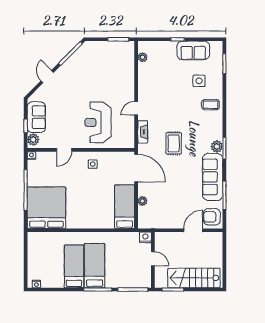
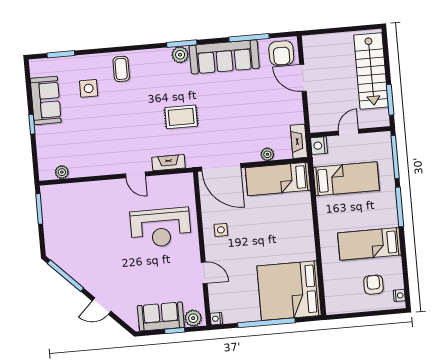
door: (136, 168) -> (221, 167), swing flipped
fireplace: (150, 224) -> (299, 141), added
bed: (95, 266) -> (346, 179), moved, turned 180
armchair: (45, 267) -> (373, 285), added

